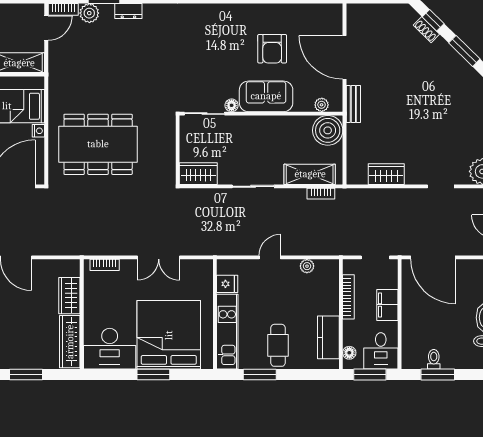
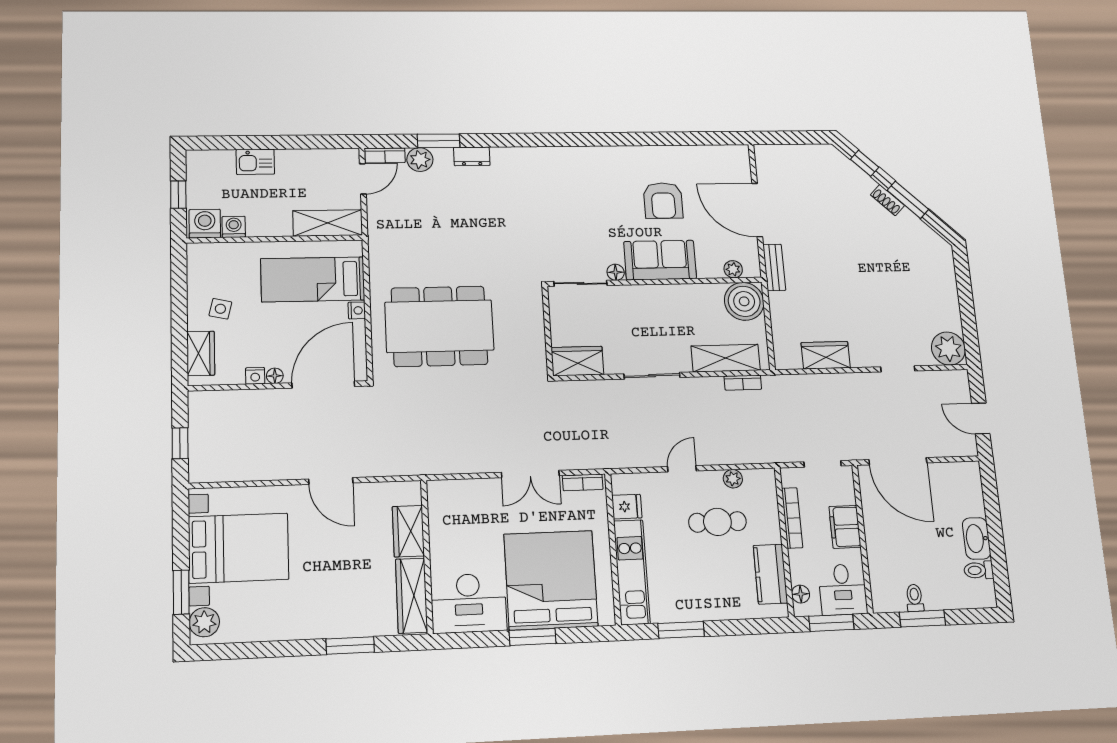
shoe rack: (426, 30) -> (887, 200), moved
bookcase: (105, 265) -> (583, 482), moved
cafe table: (278, 345) -> (717, 522), moved, turned 90

